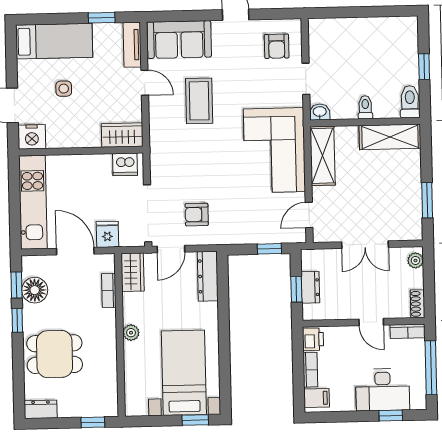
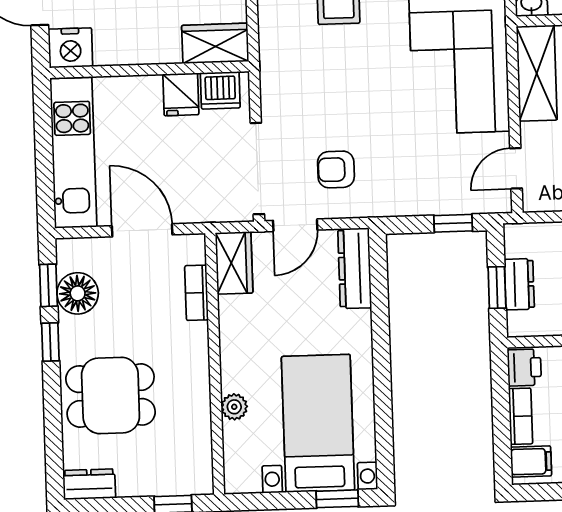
fridge: (107, 234) -> (181, 94), moved, turned 180
plant: (131, 333) -> (234, 407), moved

